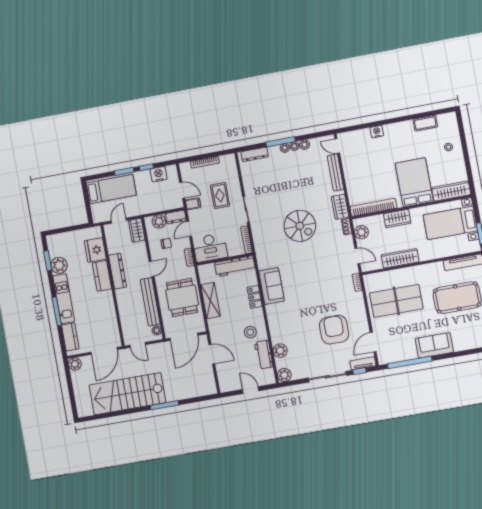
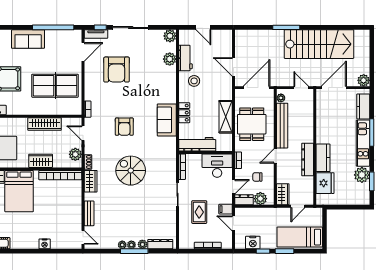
plant: (305, 145) -> (142, 244), moved
bench: (336, 173) -> (89, 213), width x0.73
armchair: (315, 271) -> (124, 127), added

